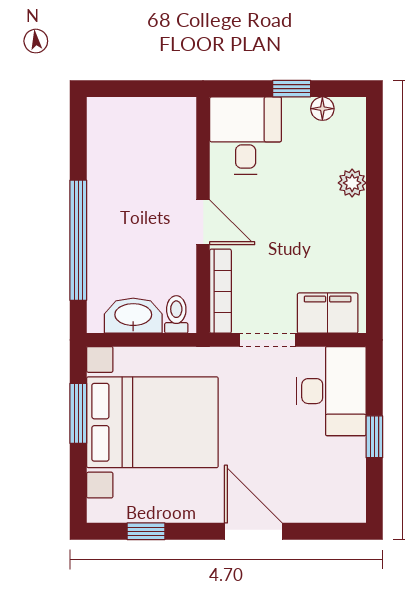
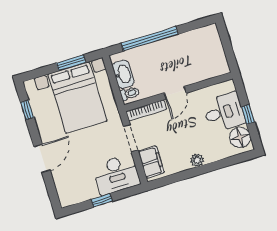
floor lamp: (322, 109) -> (240, 137), width x1.89, depth x1.89
desk: (246, 136) -> (224, 112), moved
plant: (352, 183) -> (197, 160), moved

